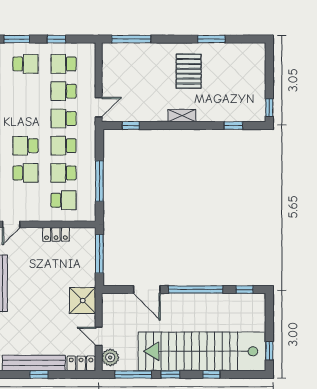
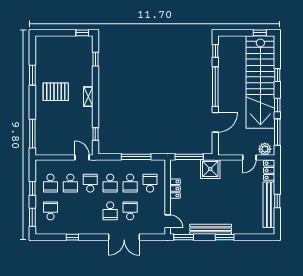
school desk: (64, 118) -> (90, 183), turned 180
shower: (83, 301) -> (210, 169), moved

